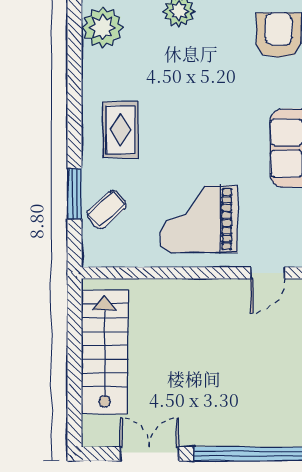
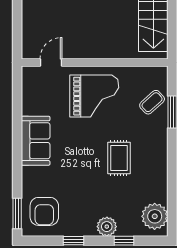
rug: (121, 130) -> (119, 158), moved

